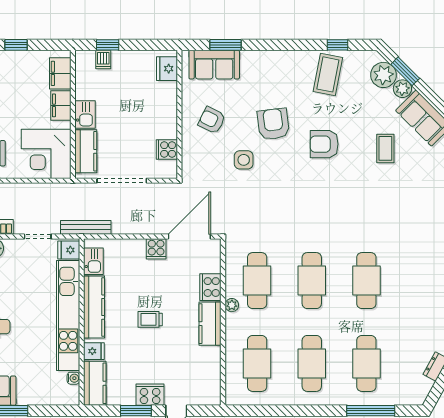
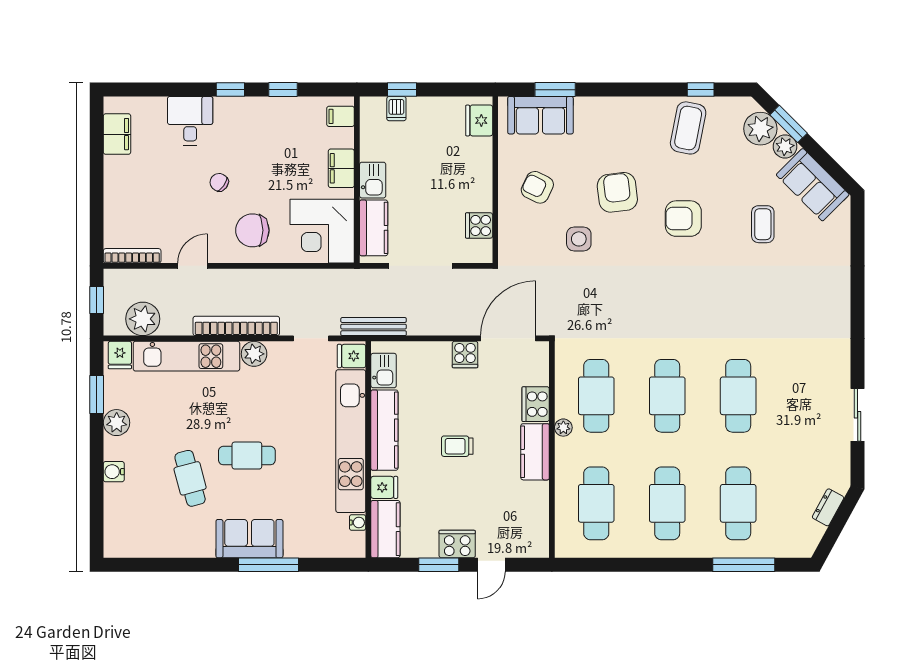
filing cabinet: (60, 73) -> (341, 116), width x0.50

